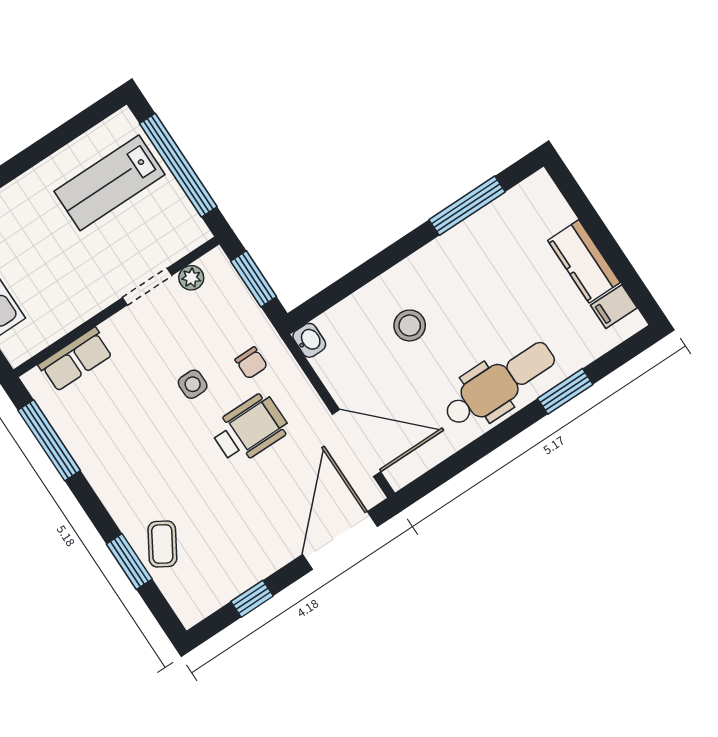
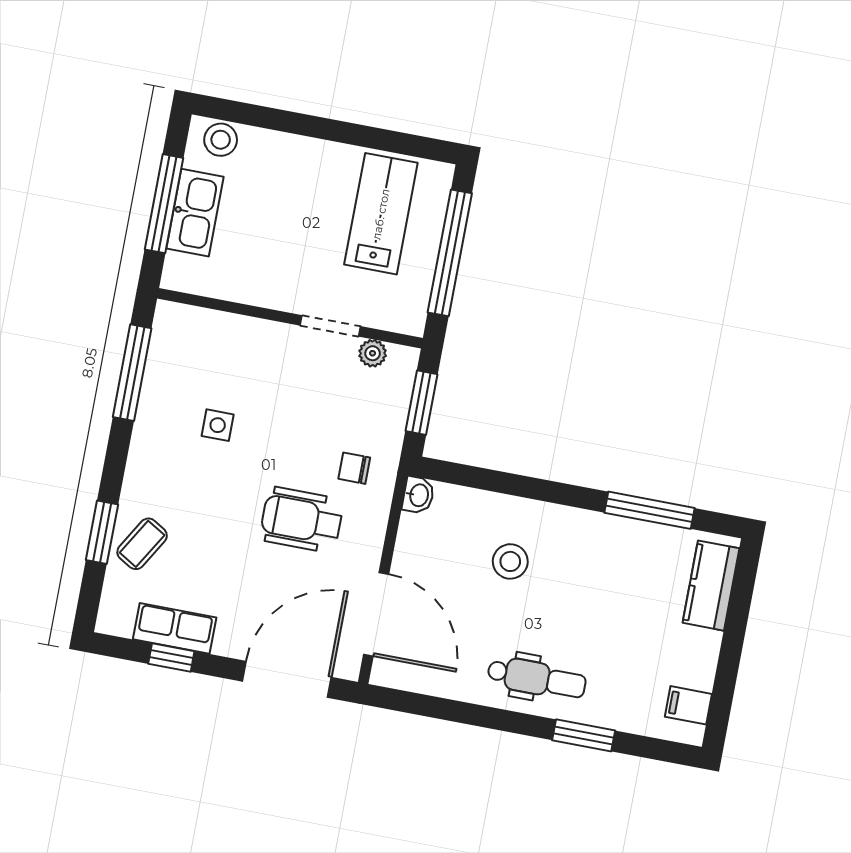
lab bench: (110, 183) -> (381, 214), turned 90
kitchen counter: (584, 261) -> (711, 586), moved
row of seats: (76, 360) -> (175, 628), moved, turned 180
chair: (251, 363) -> (354, 468), turned 90
side table: (193, 384) -> (218, 425), moved
dental chair: (500, 384) -> (537, 678), width x0.73, depth x0.72
wheelchair: (250, 429) -> (302, 520), turned 180

